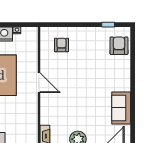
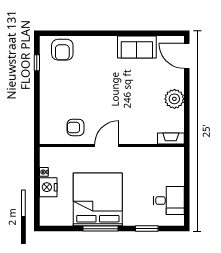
armchair: (61, 45) -> (75, 127), moved
armchair: (119, 46) -> (62, 50), turned -90

